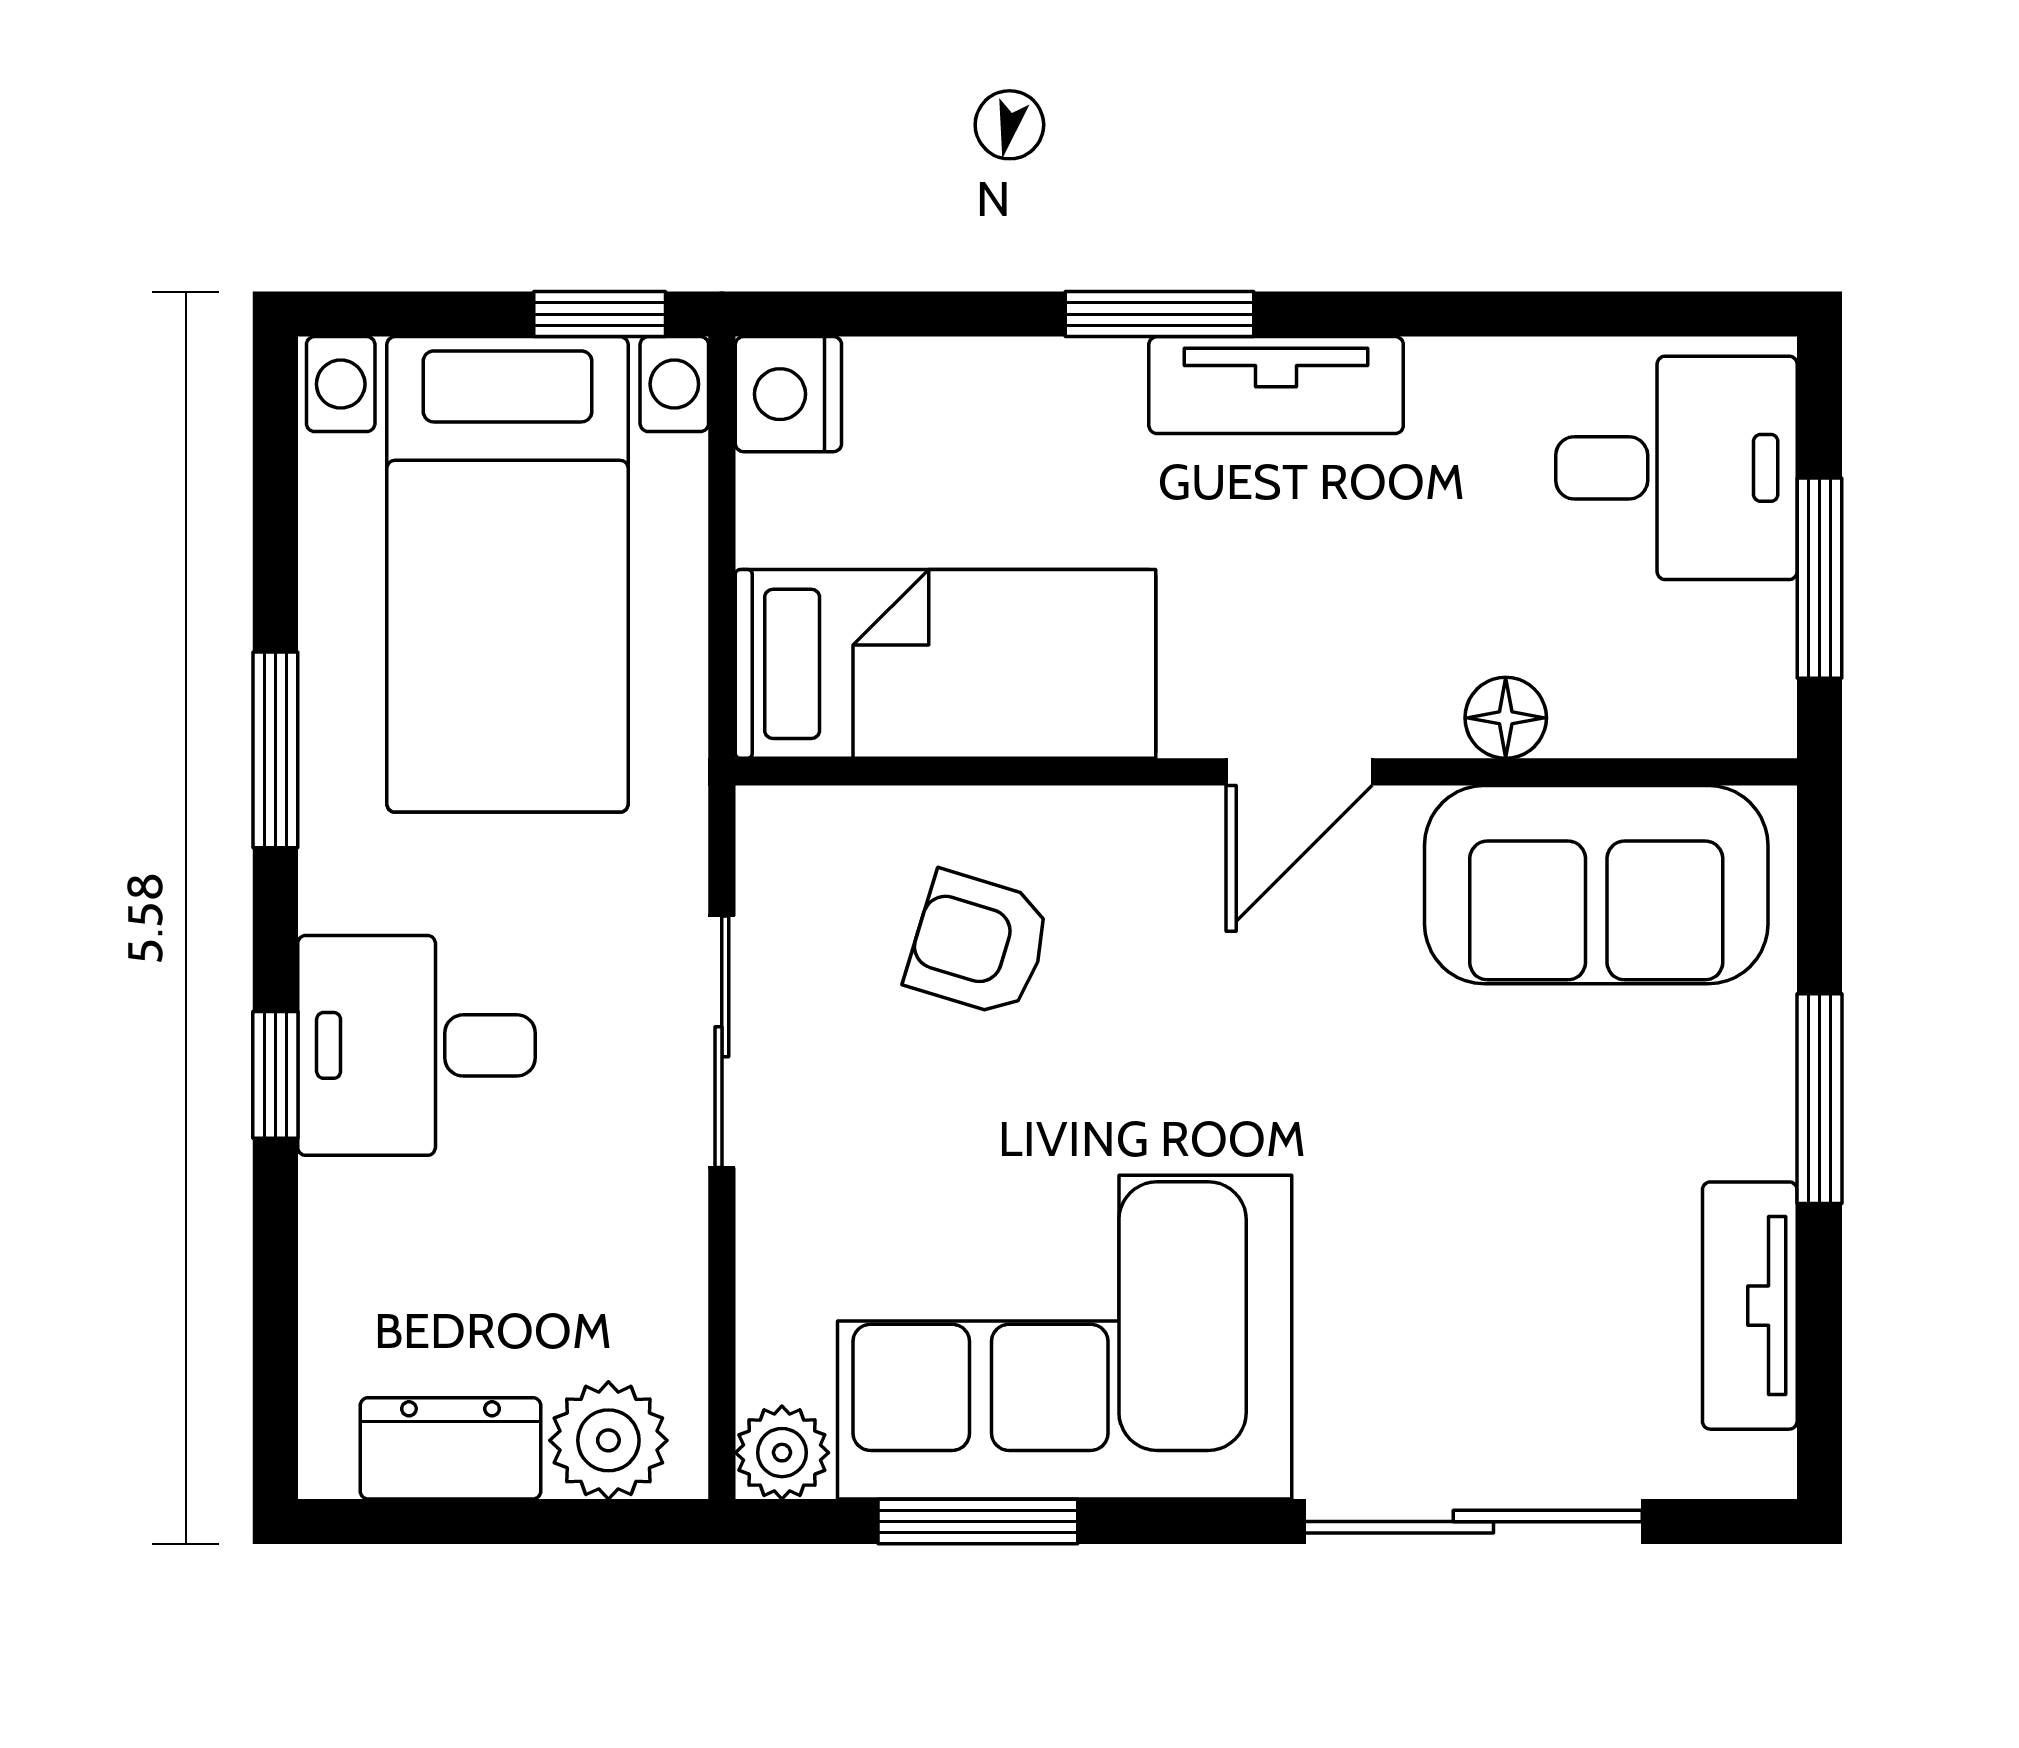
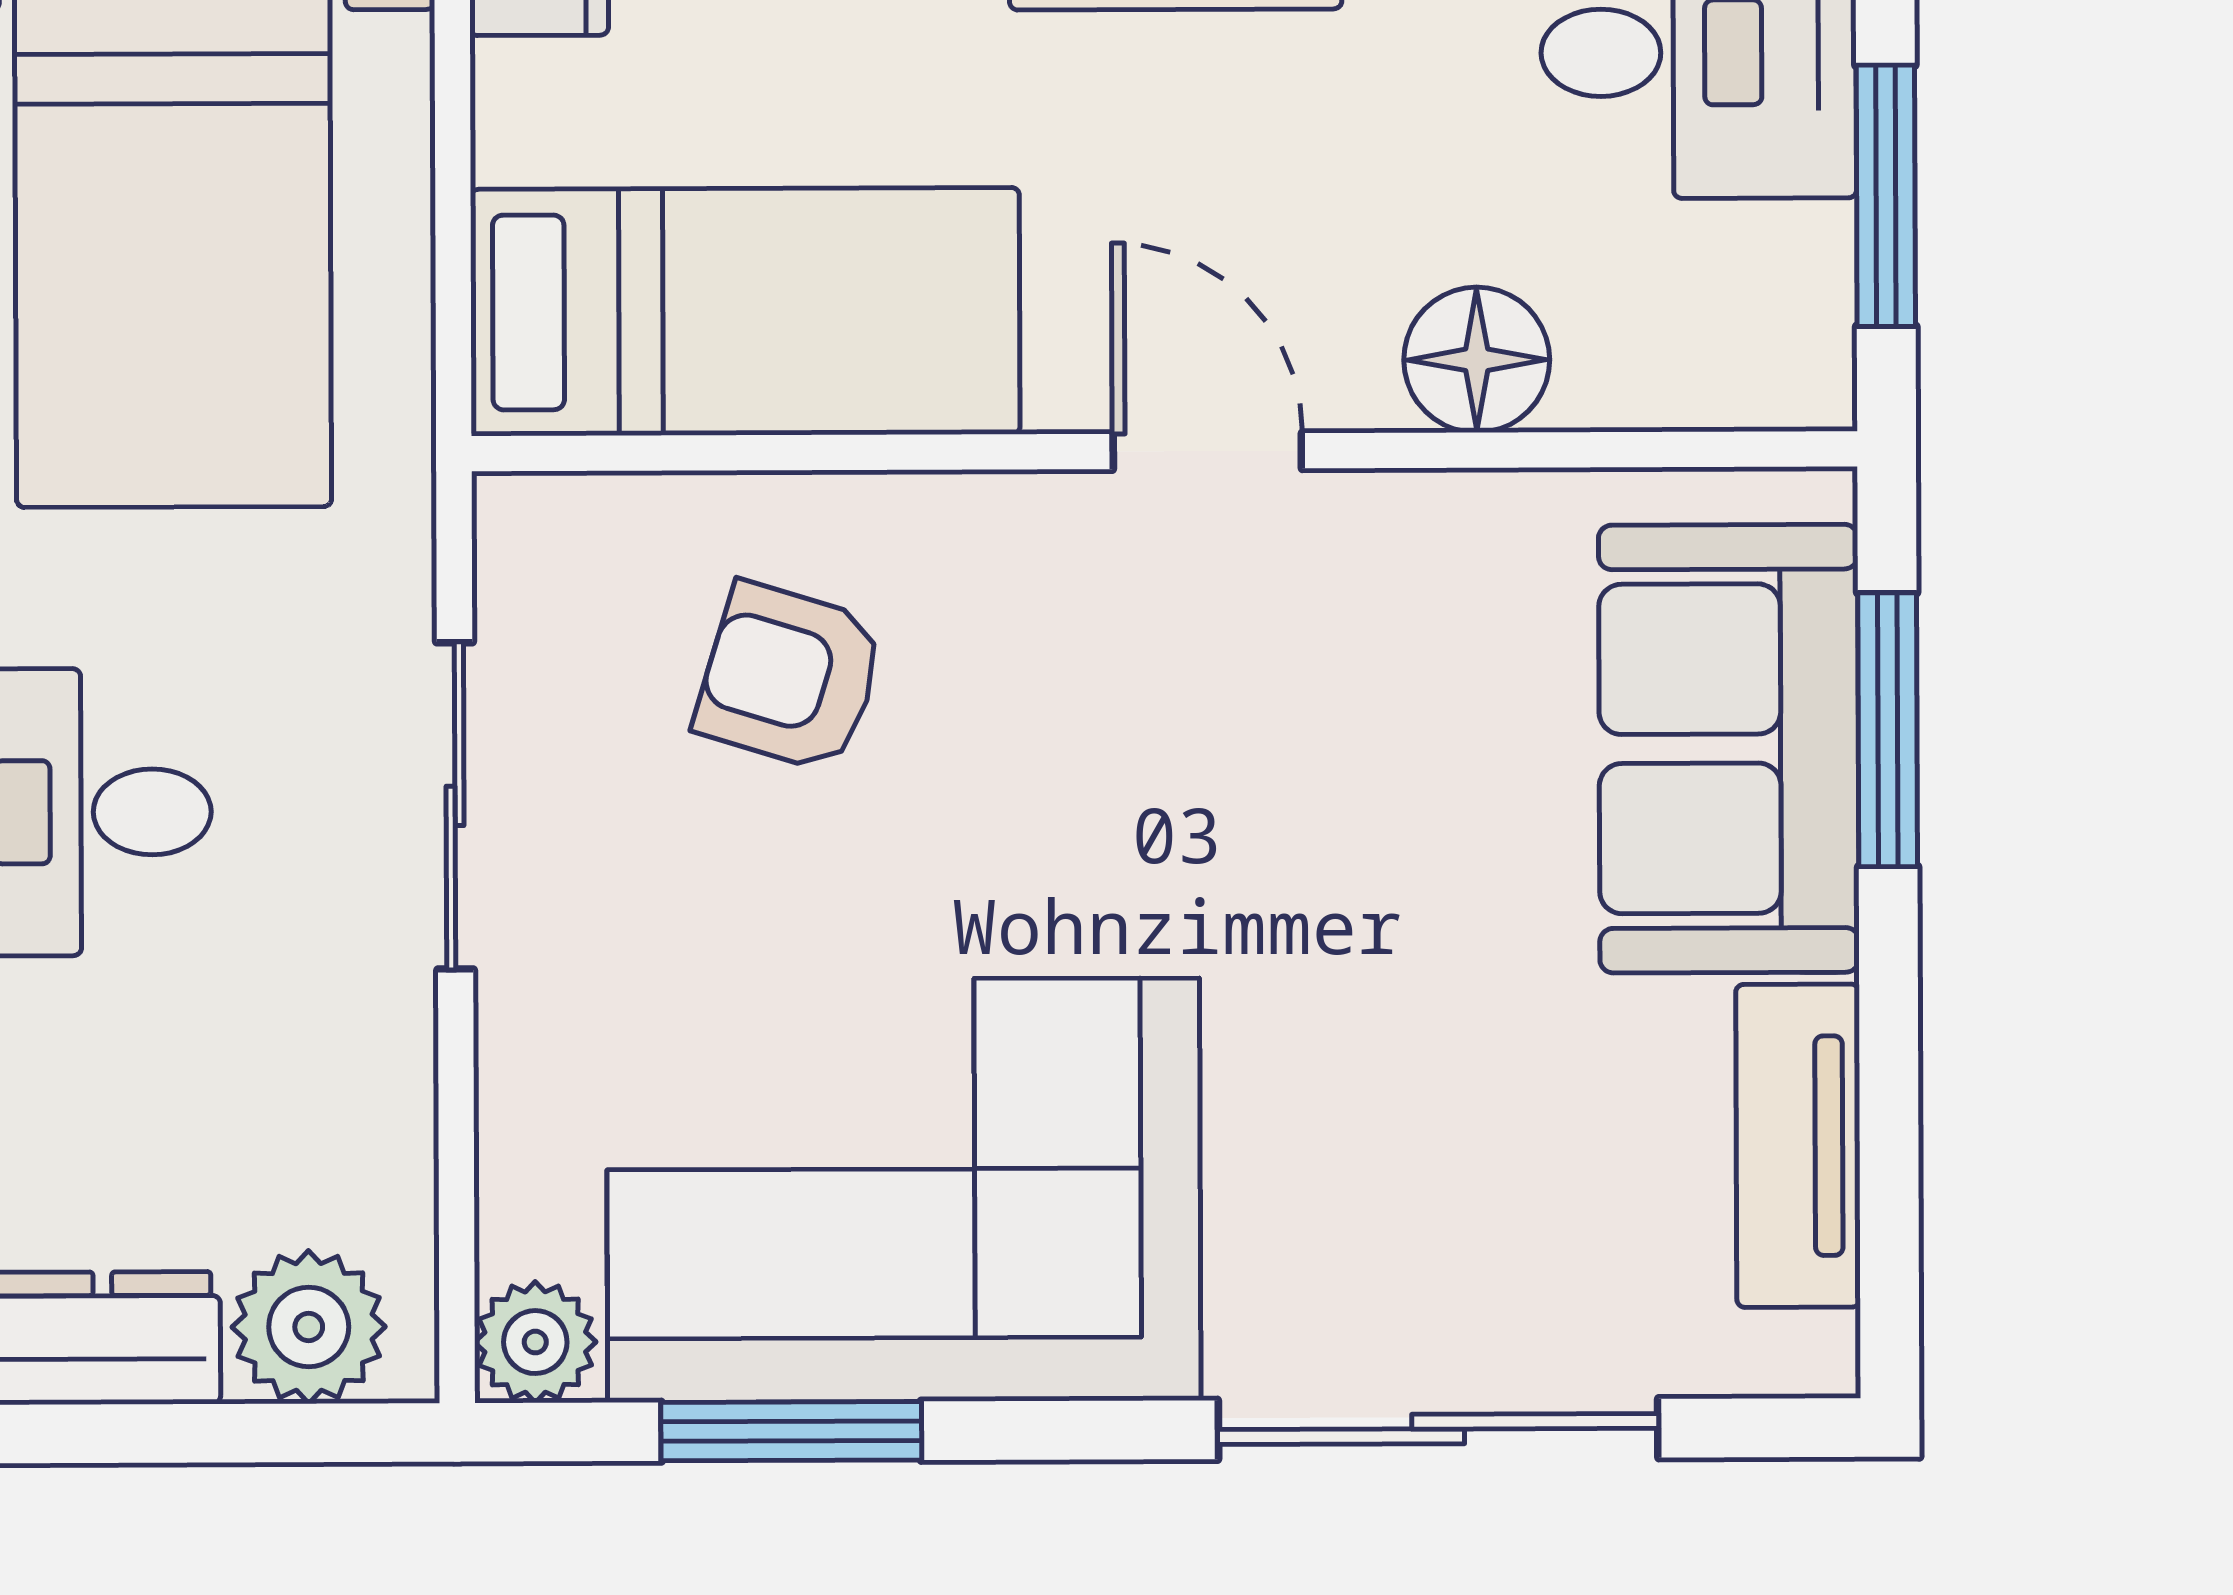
floor lamp: (1506, 718) -> (1477, 360), width x1.37, depth x1.37
door: (1299, 772) -> (1207, 451), swing flipped
sofa: (1596, 885) -> (1729, 749), moved, turned 90
window: (1819, 1099) -> (1888, 730), moved

